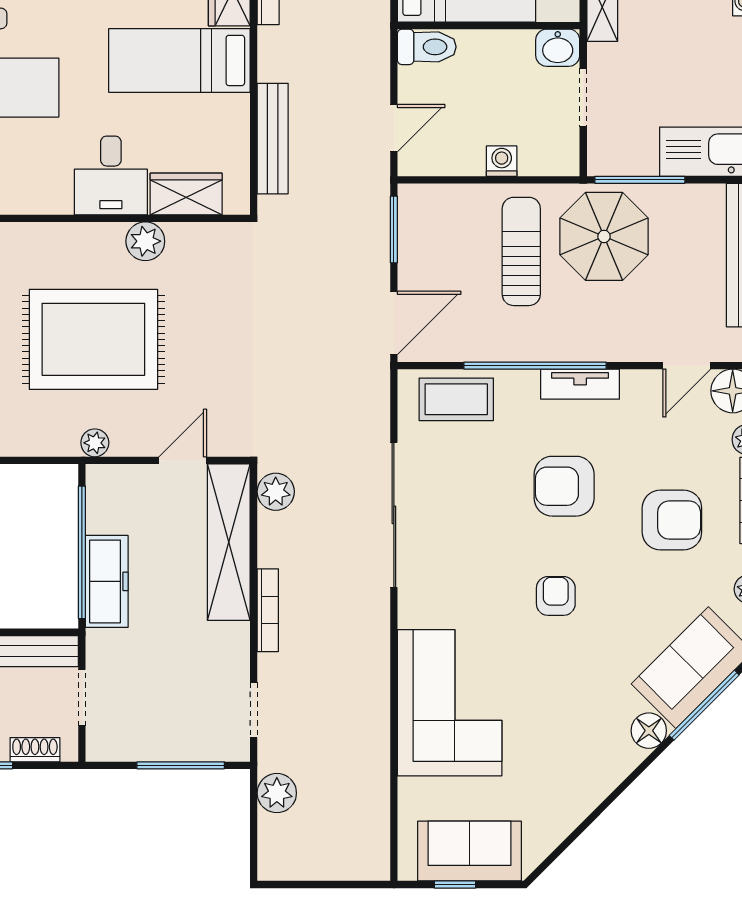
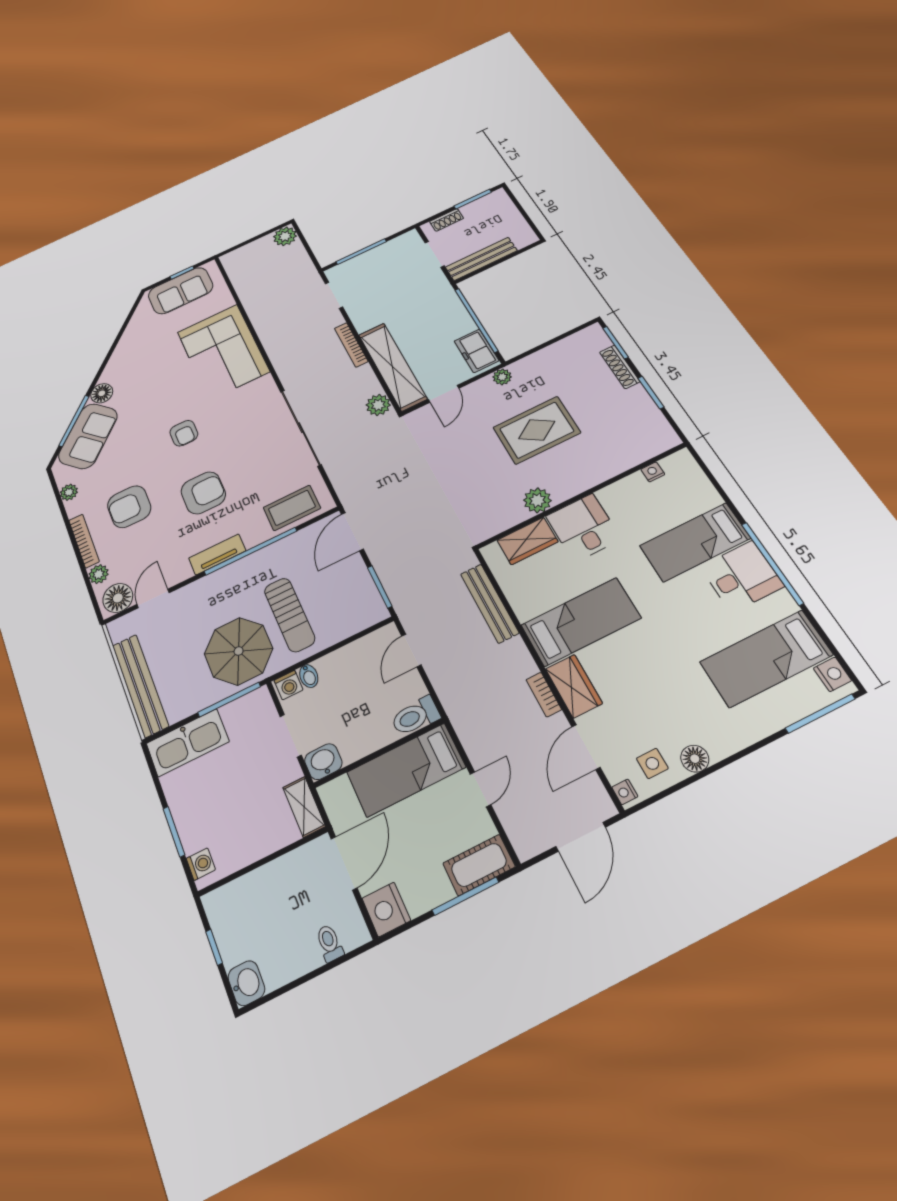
bidet: (531, 160) -> (309, 676), added
washing machine: (502, 161) -> (288, 685), moved
rug: (93, 339) -> (537, 430), width x0.73, depth x0.69
freezer: (107, 581) -> (476, 351), moved, width x0.71
plant: (277, 793) -> (285, 236), moved

